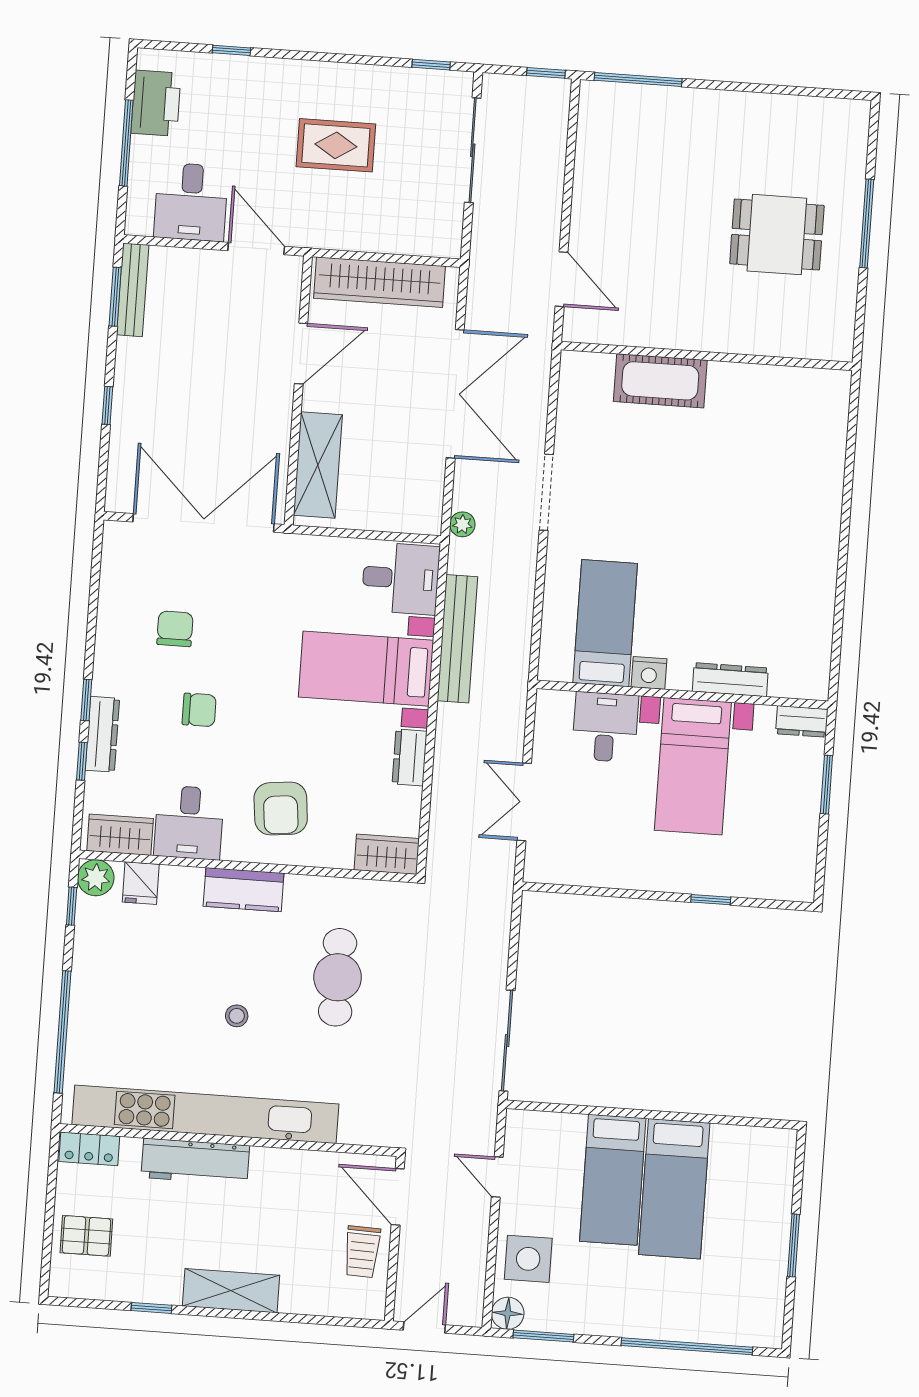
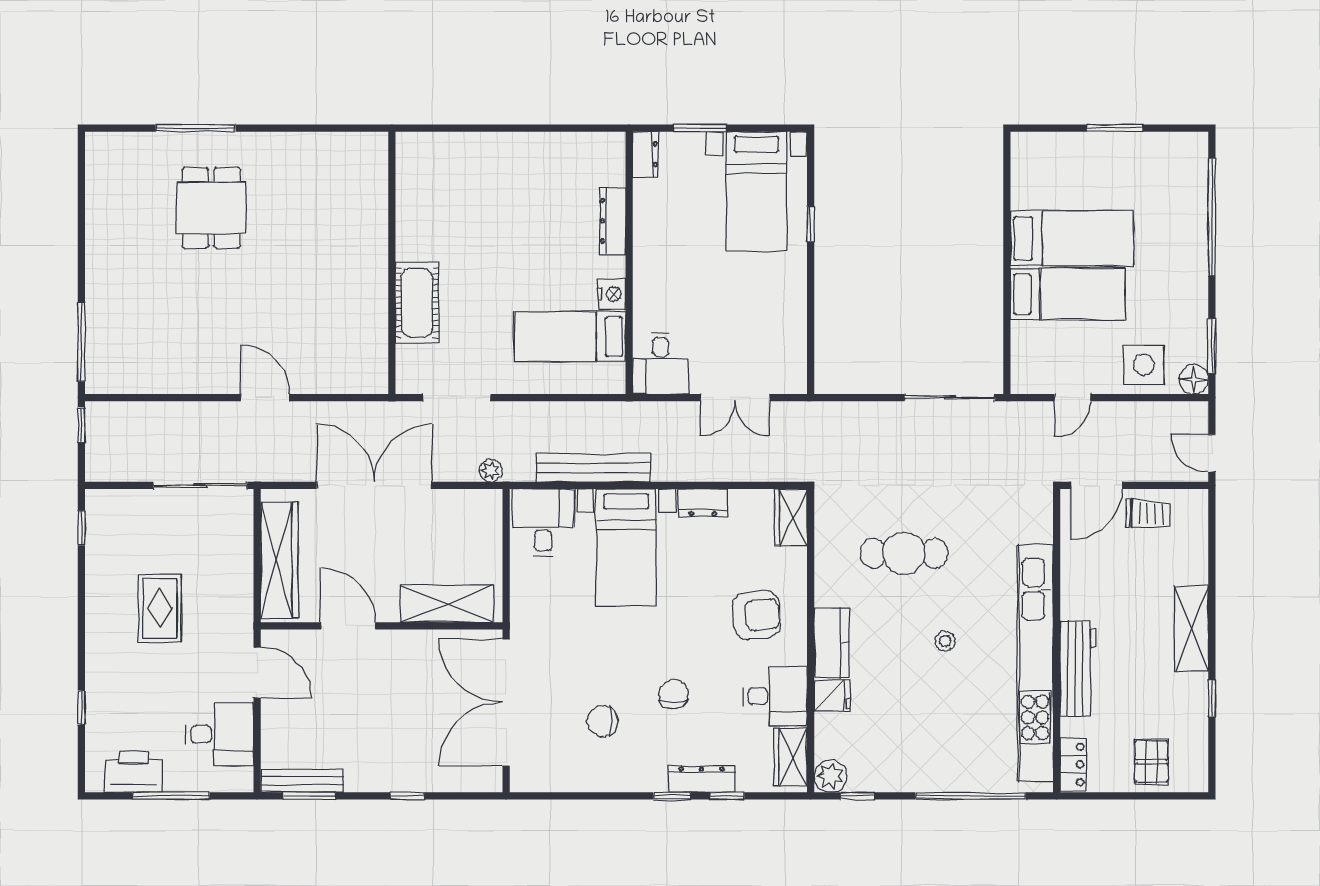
sliding door: (473, 150) -> (200, 485), moved
door: (256, 248) -> (257, 673), swing flipped
door: (562, 279) -> (265, 398), hinge flipped
wall: (707, 356) -> (392, 263), moved
cot: (660, 381) -> (417, 303), moved
desk: (605, 727) -> (661, 364), moved, turned -90
bed with nightstands: (693, 766) -> (757, 191), moved, turned 90
fridge: (141, 883) -> (832, 696), moved

